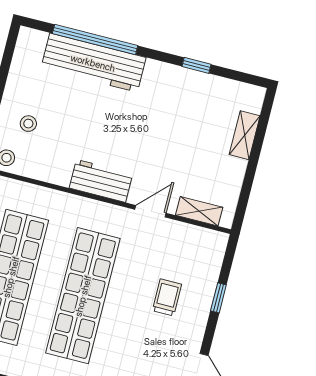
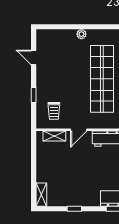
shelving: (245, 135) -> (41, 195), moved
trolley: (167, 297) -> (54, 111), moved

